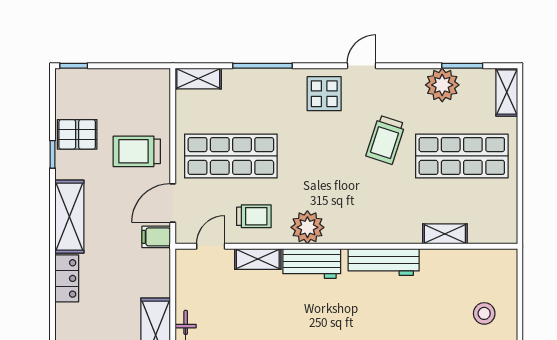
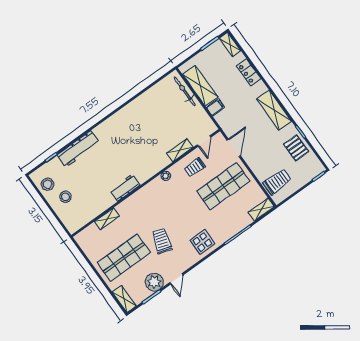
door: (361, 66) -> (176, 279), moved
pallet: (77, 134) -> (296, 148), turned 90
trolley: (137, 151) -> (277, 182), moved
plant: (307, 227) -> (166, 176), width x0.53, depth x0.53
filing cabinet: (156, 237) -> (215, 107), moved
workbench: (384, 262) -> (125, 188), width x0.73
workbench: (312, 263) -> (155, 165), removed
locker: (67, 278) -> (249, 72), moved

